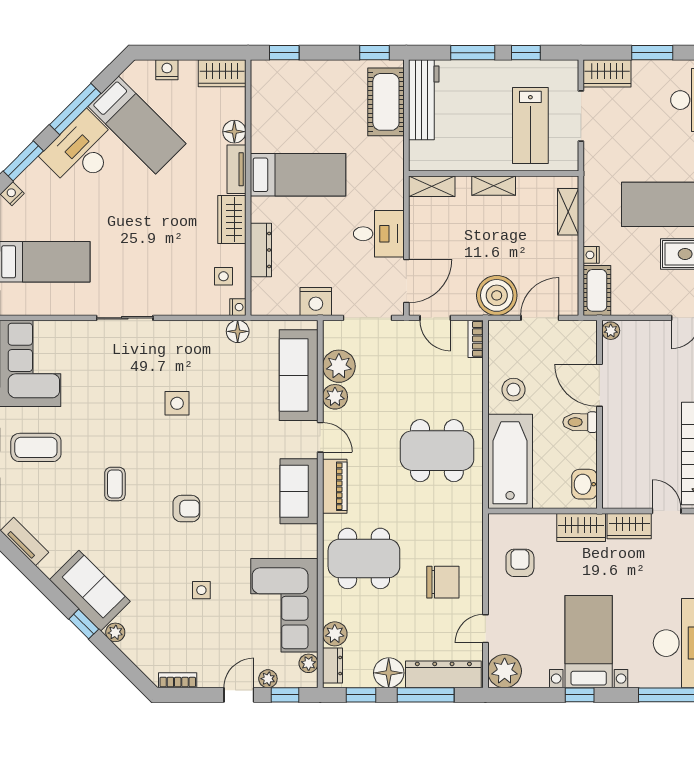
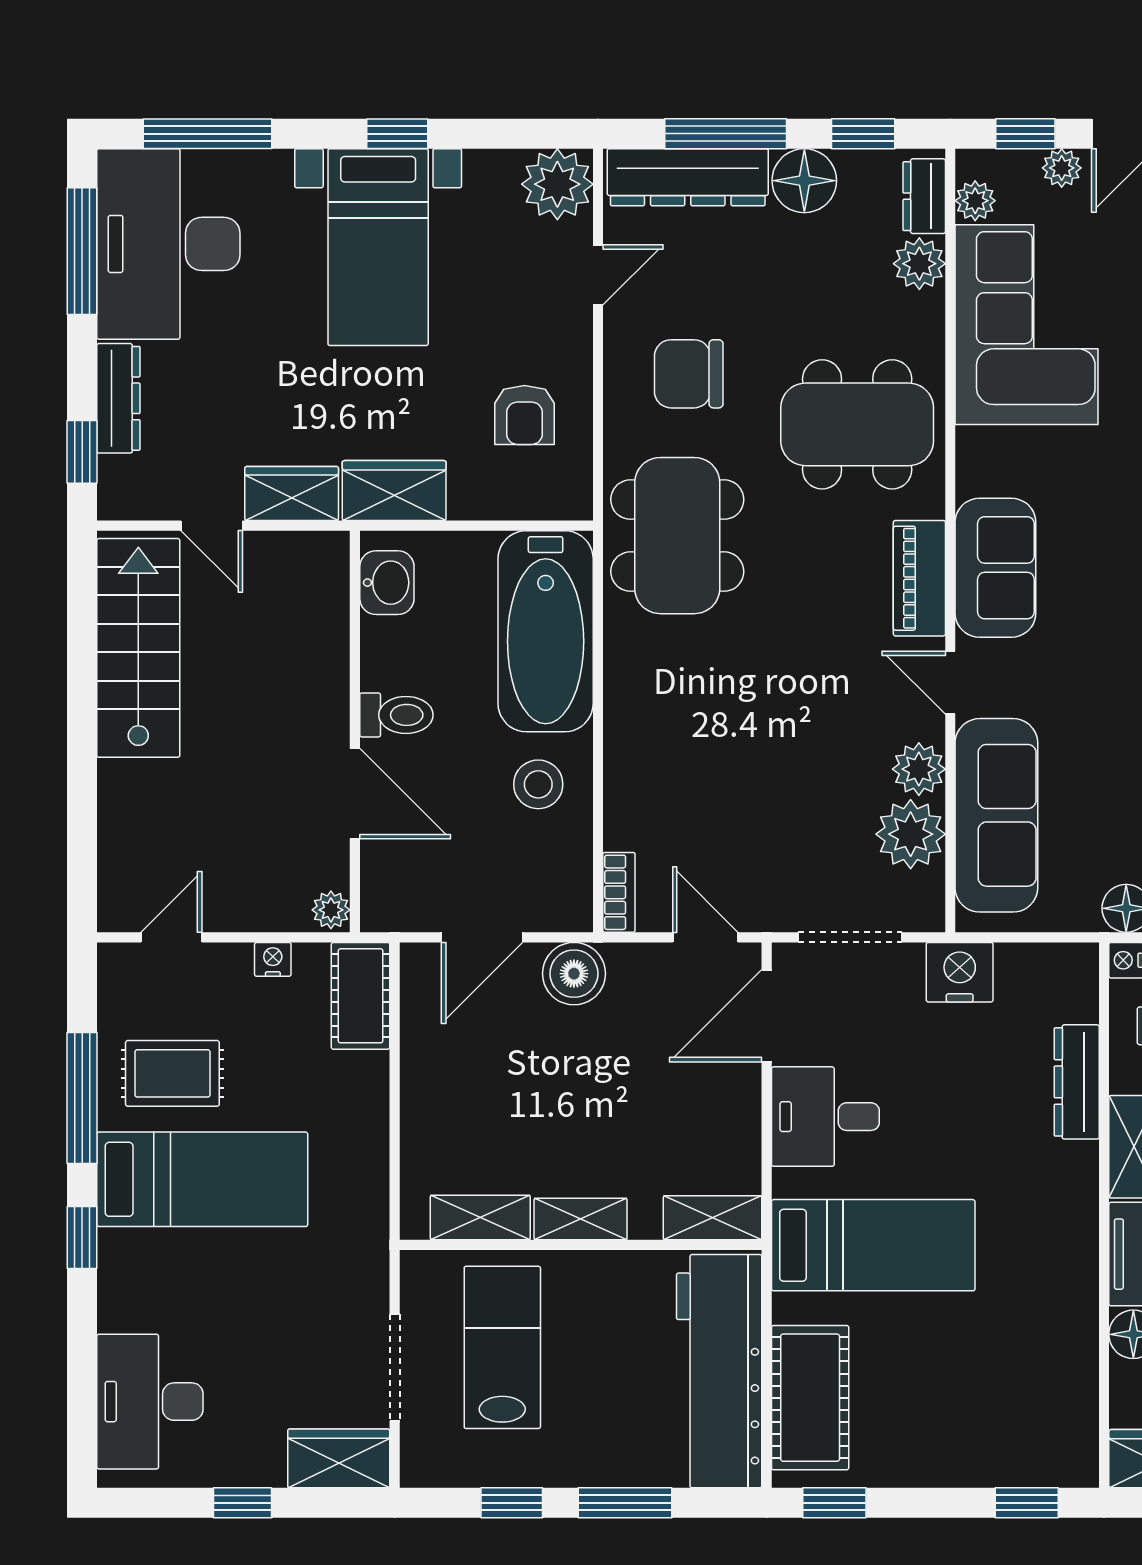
window: (652, 53) -> (243, 1503), width x0.67
workbench: (424, 100) -> (719, 1371), width x1.36, depth x1.32
bed: (298, 175) -> (873, 1245), moved, turned 180
shelving: (568, 212) -> (480, 1218), moved, turned 90
nightstand: (591, 255) -> (273, 959), moved, turned -90
boiler: (497, 295) -> (574, 974), width x0.73, depth x0.73
dining table: (437, 451) -> (677, 536), moved, turned 90

